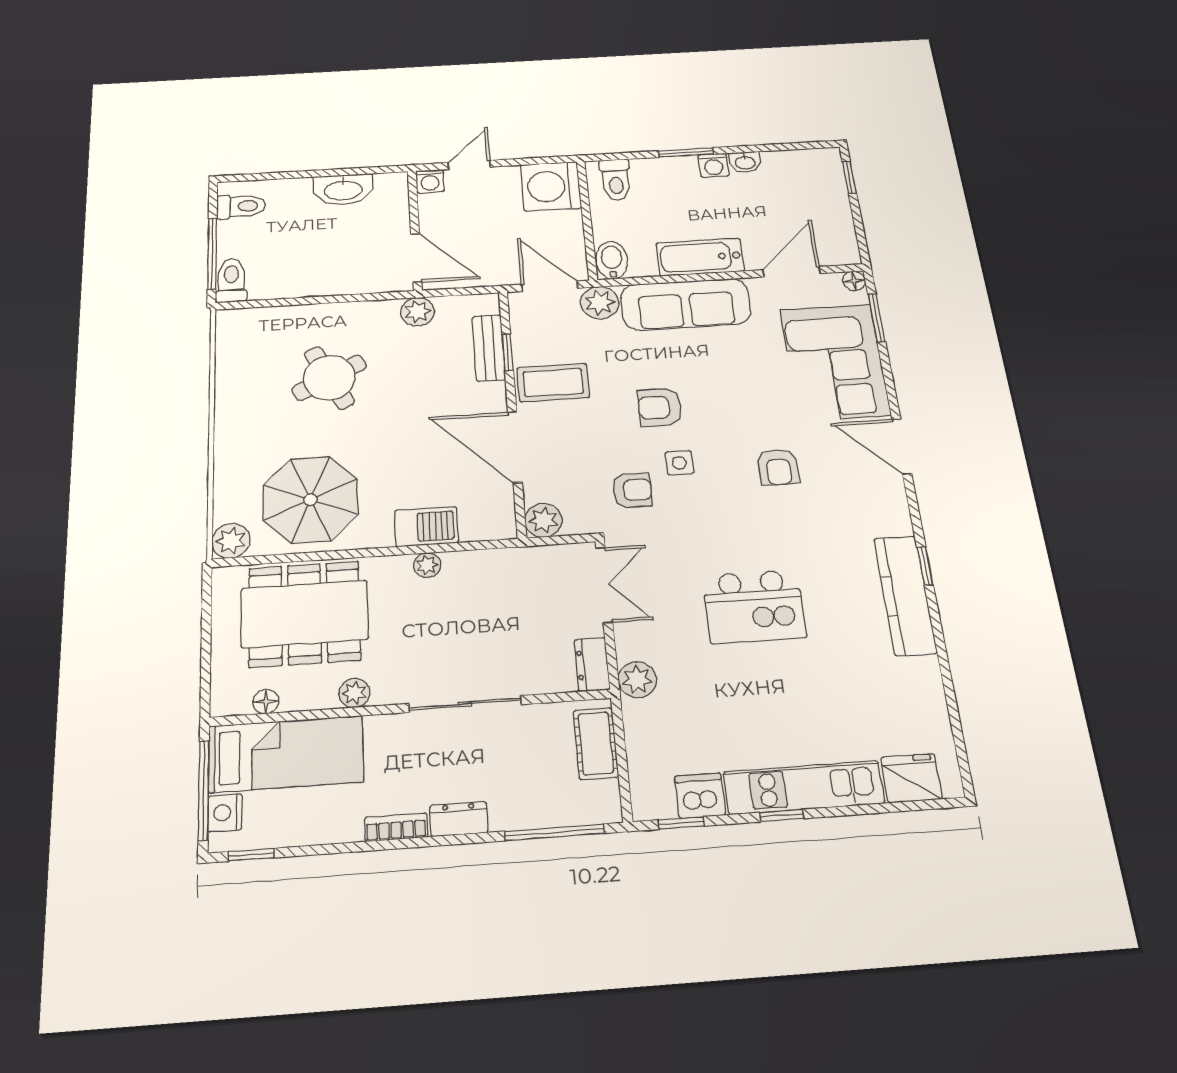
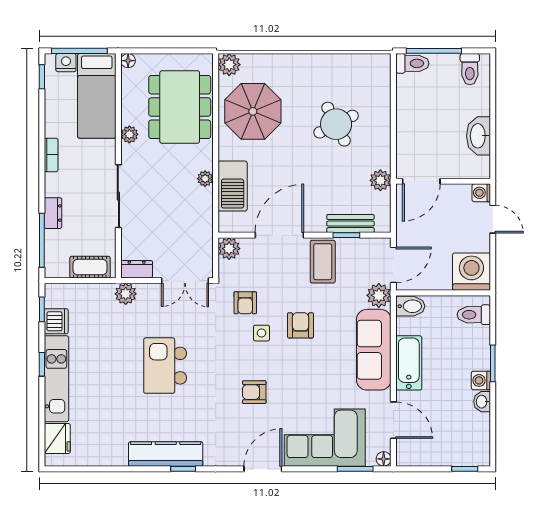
barbecue: (426, 527) -> (233, 186), width x1.37, depth x1.21
floor lamp: (266, 702) -> (128, 61), moved
dresser: (459, 819) -> (53, 213), moved

